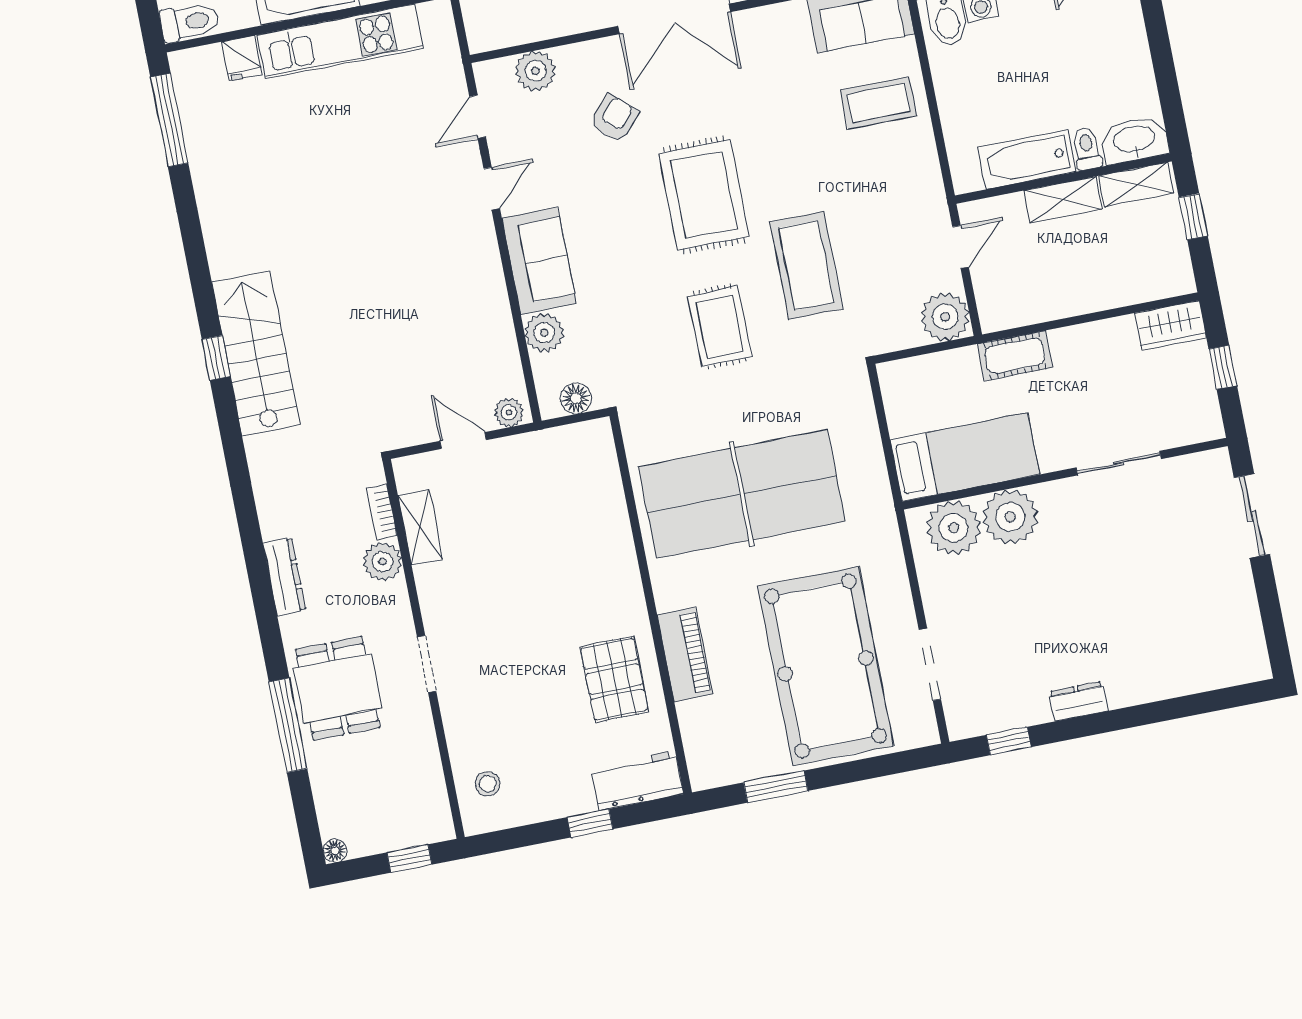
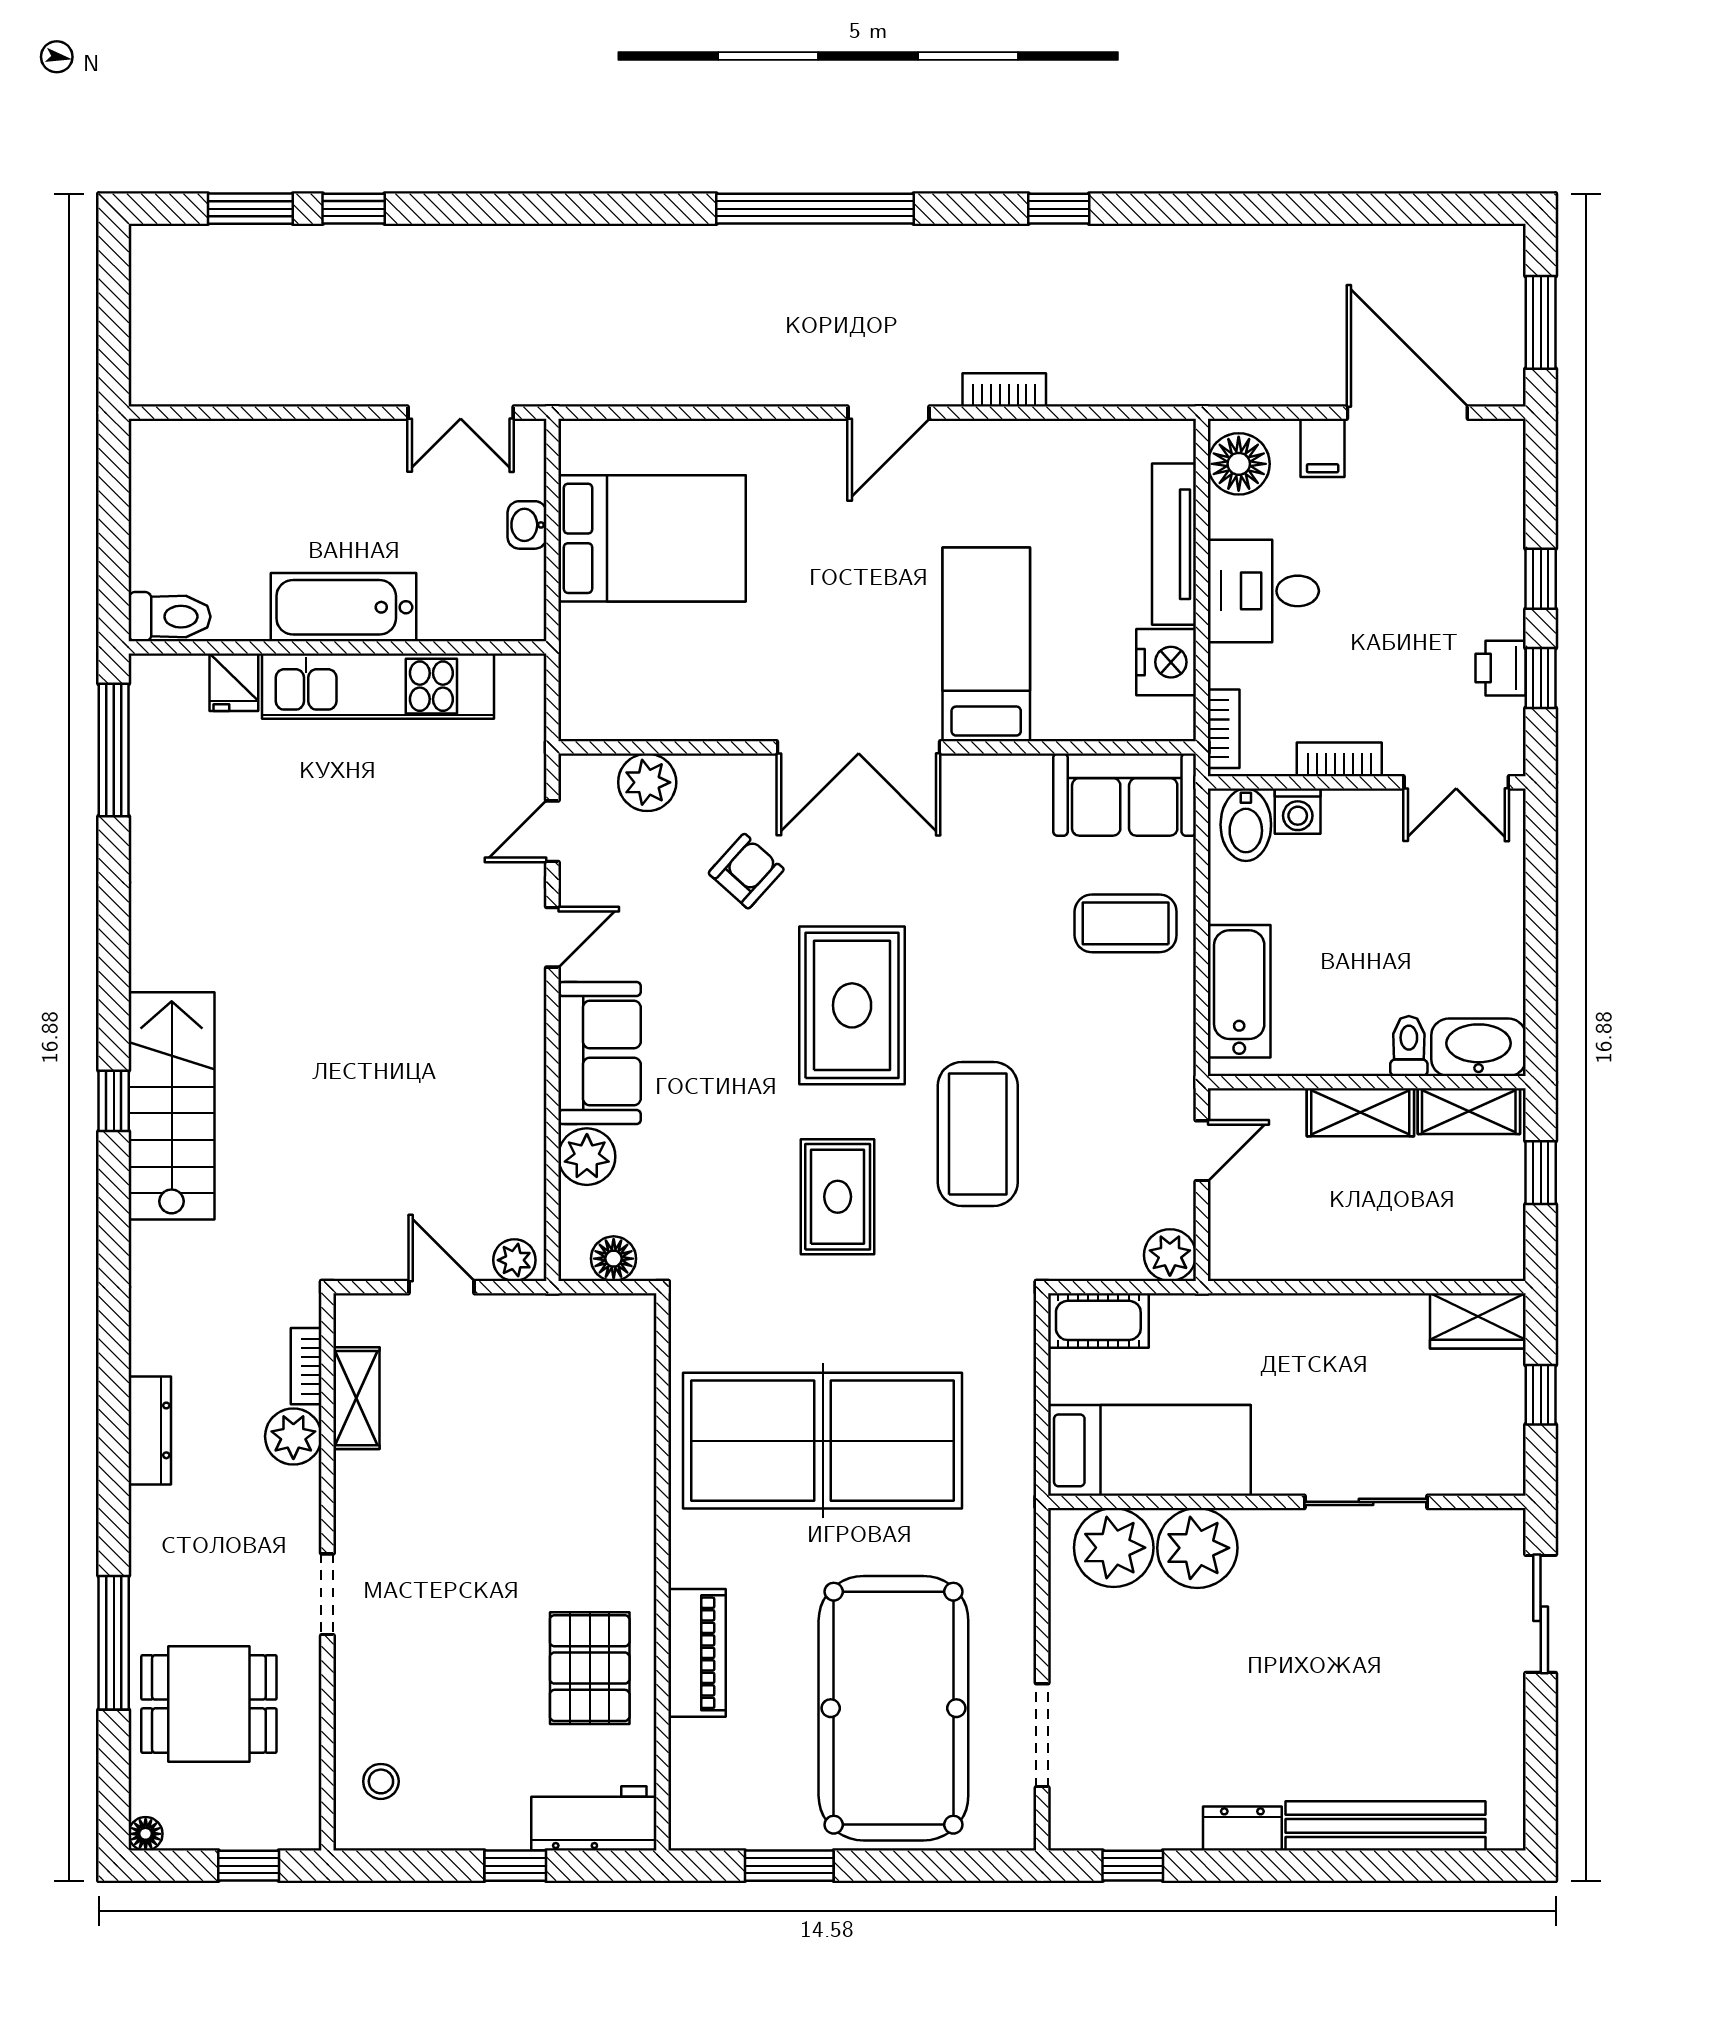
bathtub: (1027, 159) -> (1239, 991), moved, turned 90
plant: (945, 317) -> (1170, 1255), width x0.73, depth x0.73
cot: (1015, 356) -> (1098, 1320), moved
bench: (1175, 680) -> (1386, 1826), added
dining table: (338, 688) -> (209, 1704), moved, turned 90

